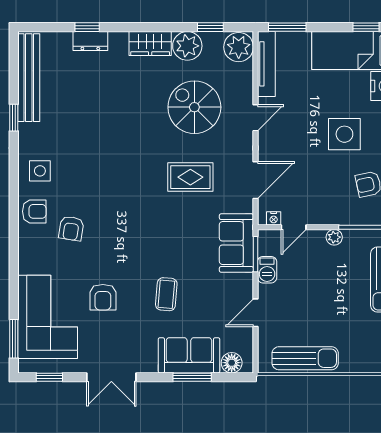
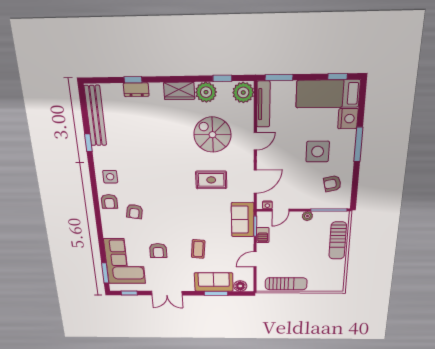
armchair: (34, 211) -> (109, 201), turned 90

